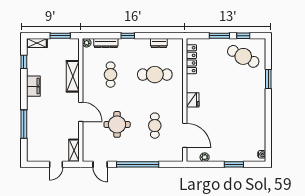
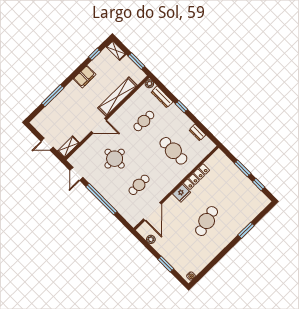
cafe table: (243, 56) -> (207, 221), moved, turned 47
locker: (191, 59) -> (196, 177), moved
shelving: (73, 76) -> (117, 97), width x1.47
door: (81, 112) -> (99, 126), hinge flipped

